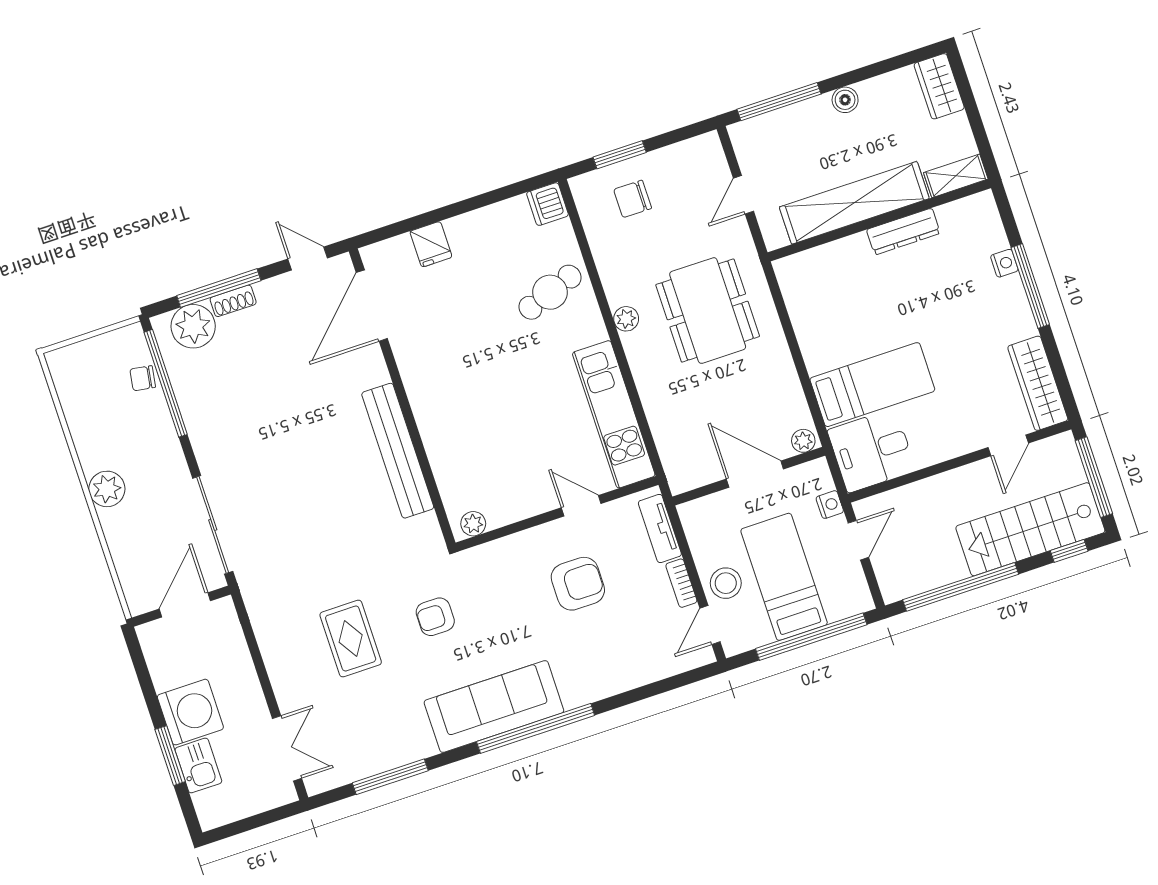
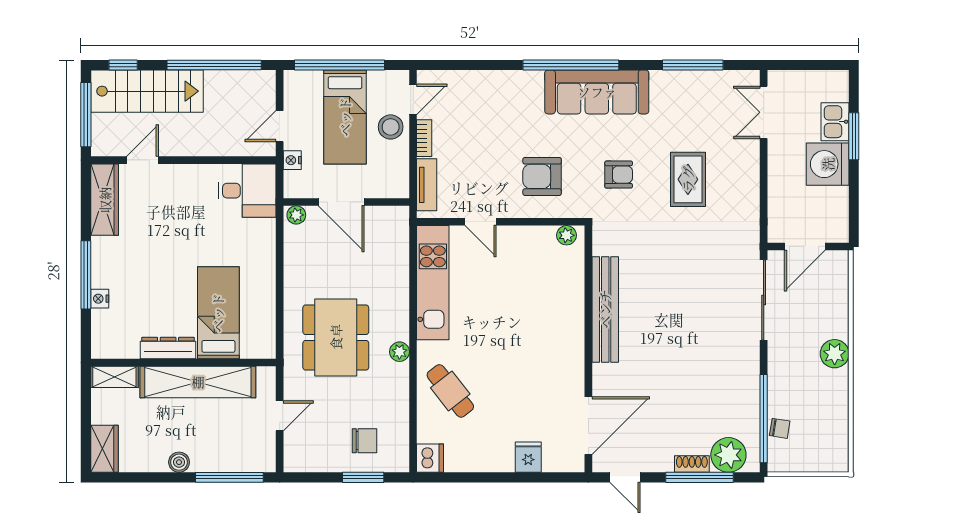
cafe table: (550, 292) -> (450, 391), turned 72
bed: (872, 385) -> (218, 313), moved, turned 90
armchair: (578, 584) -> (542, 176), moved

